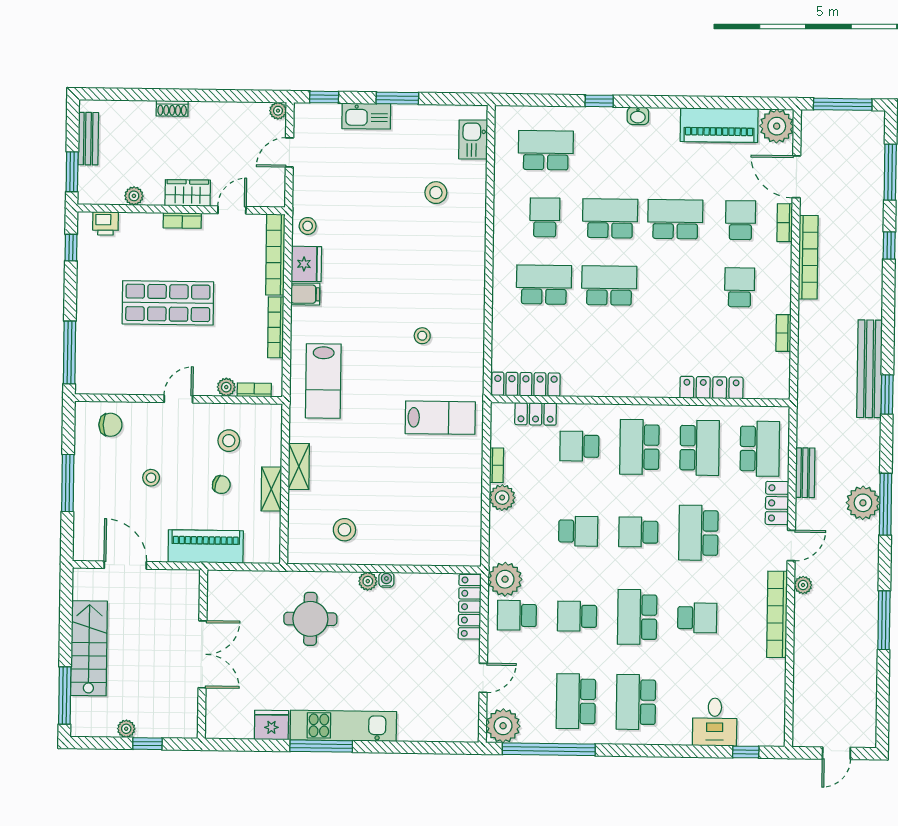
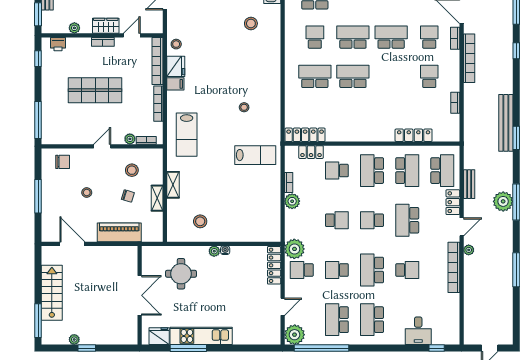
double door: (202, 654) -> (140, 295), moved
wall: (202, 654) -> (140, 295), moved

